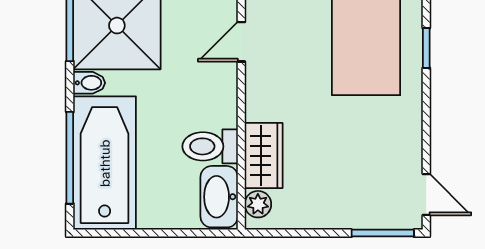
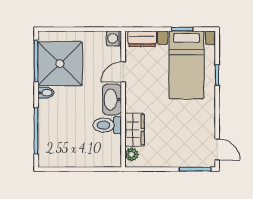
bathtub: (105, 163) -> (54, 134), removed
washbasin: (219, 197) -> (112, 100), moved

